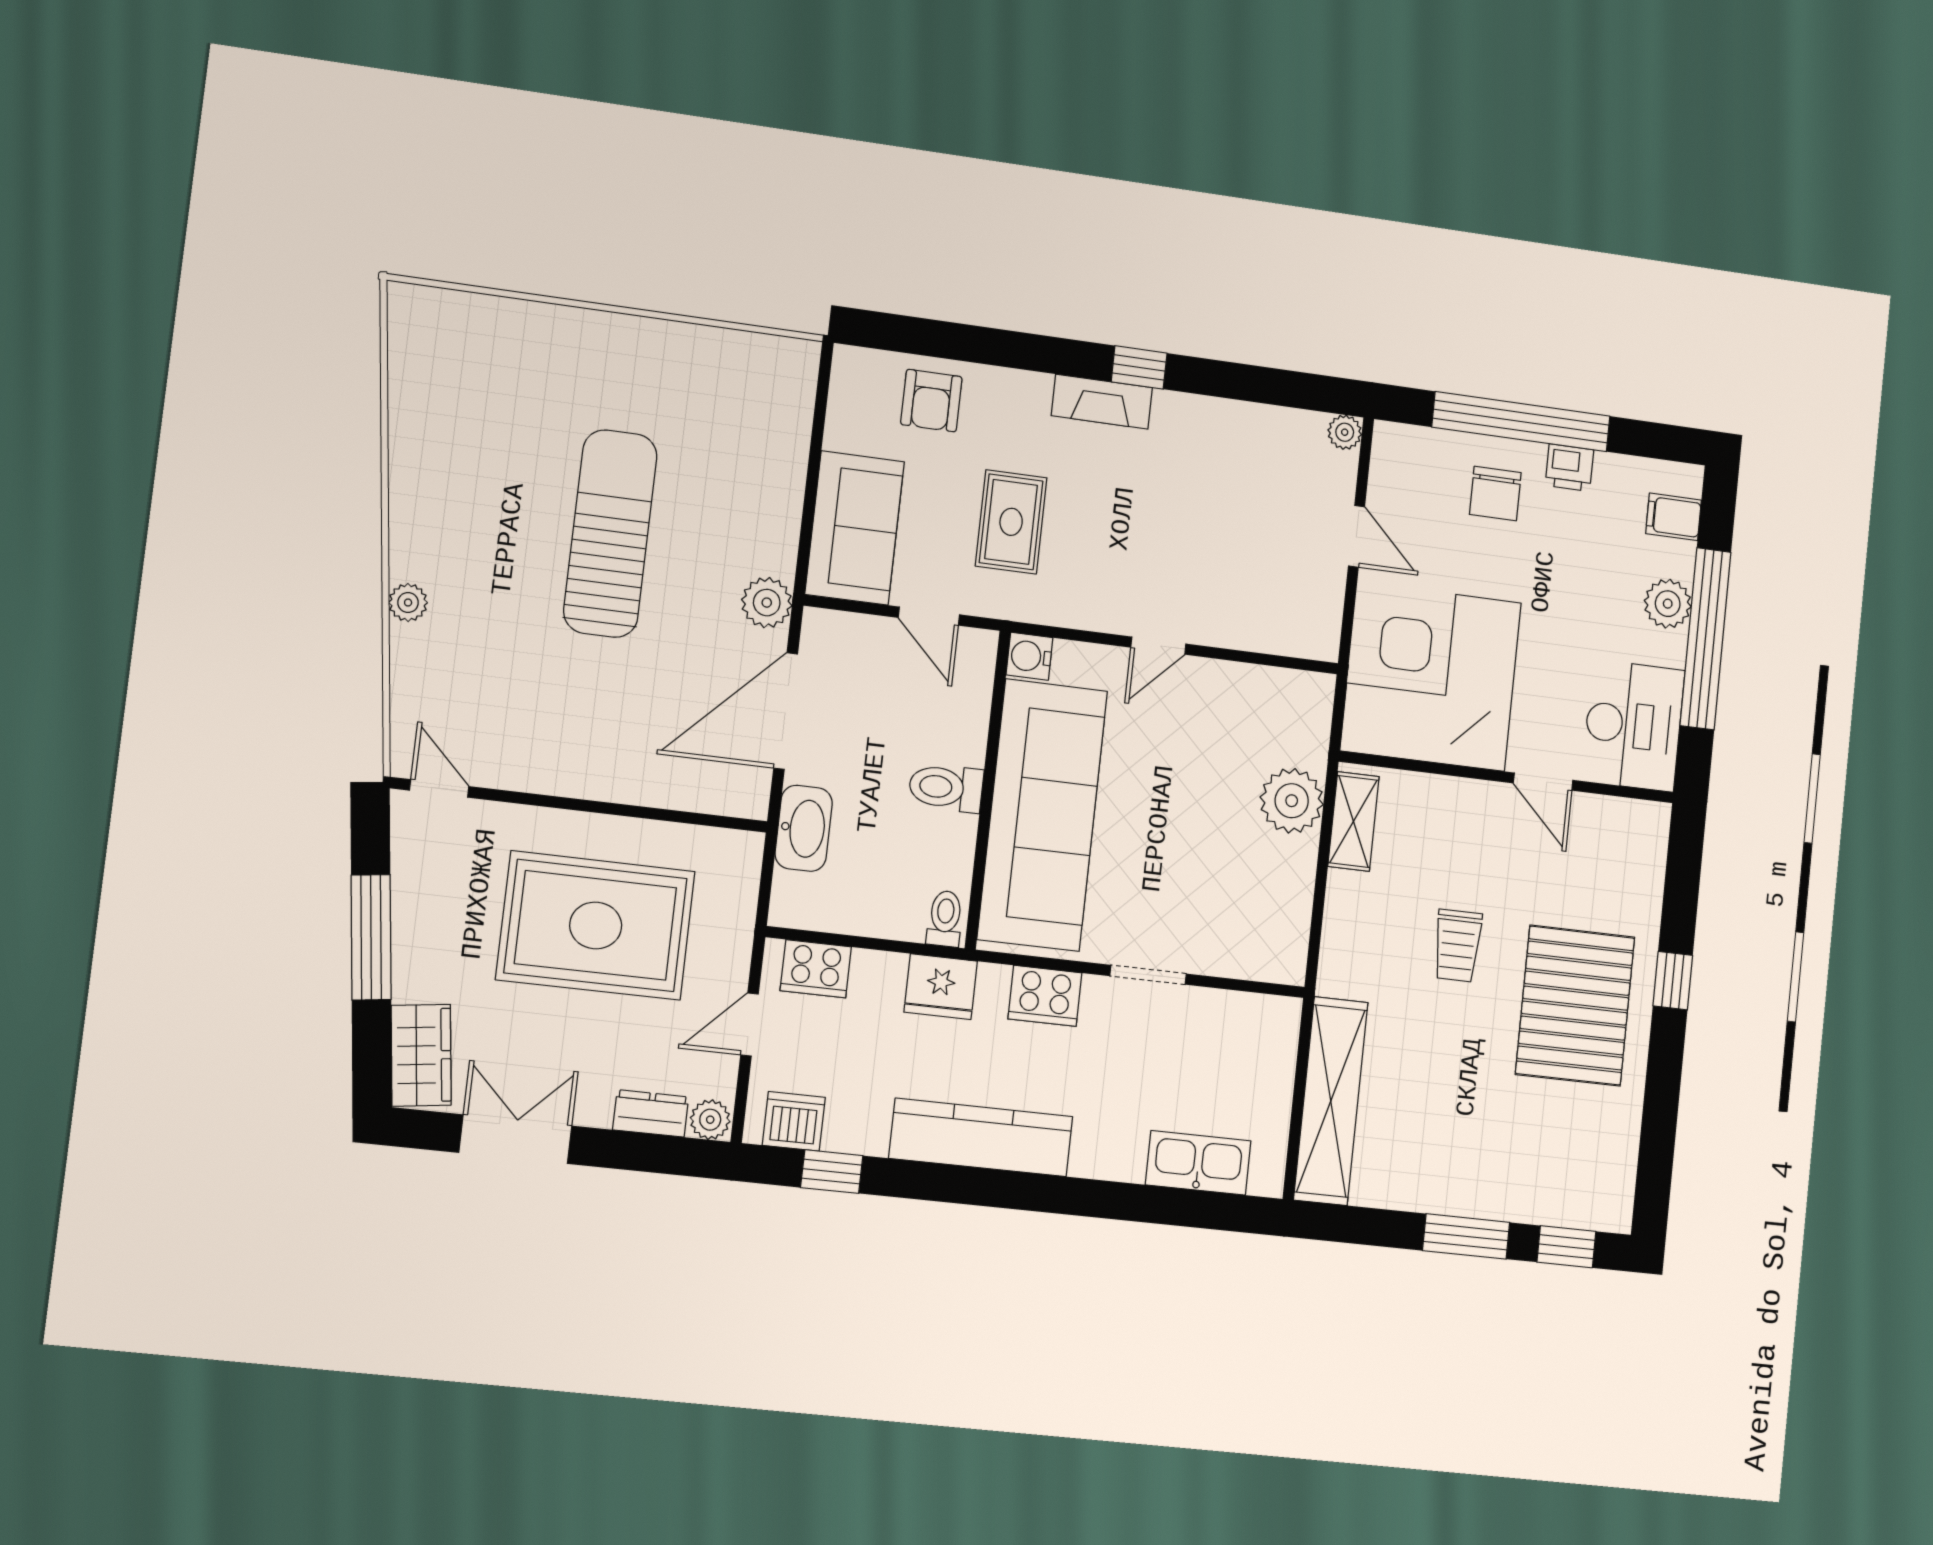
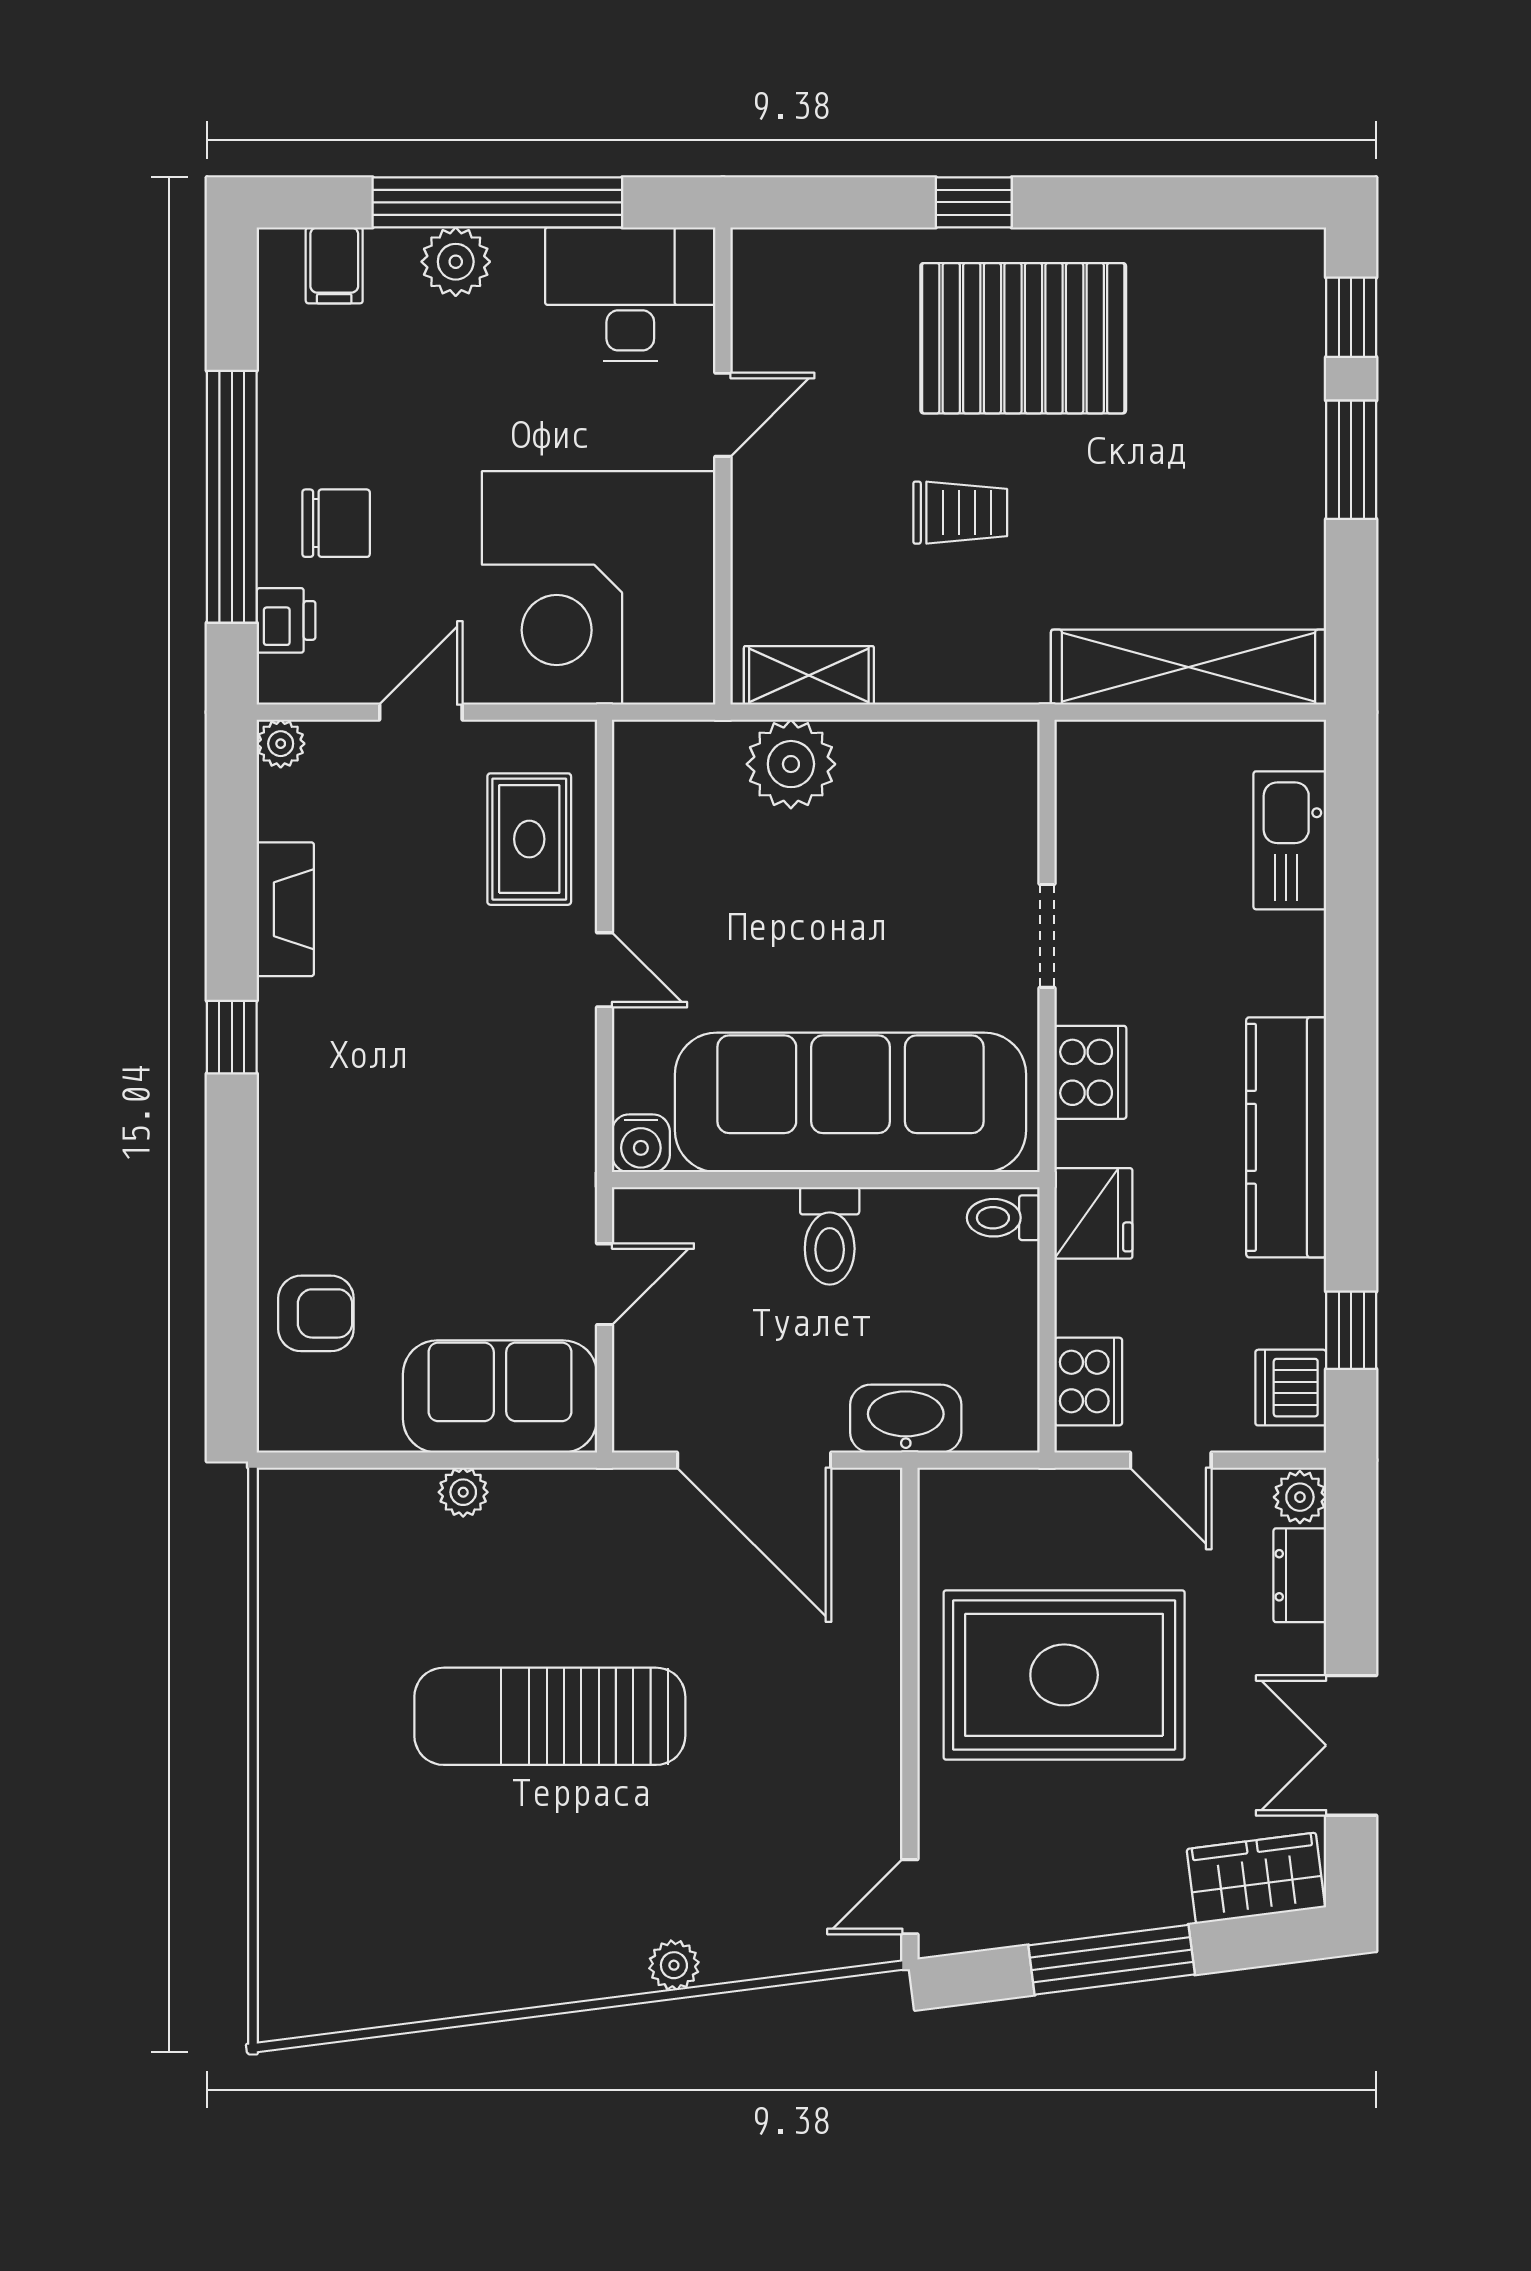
fireplace: (1102, 402) -> (285, 909), moved
printer: (1569, 468) -> (286, 620), moved
rug: (1011, 522) -> (529, 839), moved, turned 90
plant: (767, 603) -> (463, 1492), moved, width x0.73, depth x0.73
rug: (596, 925) -> (1064, 1675), turned 90

